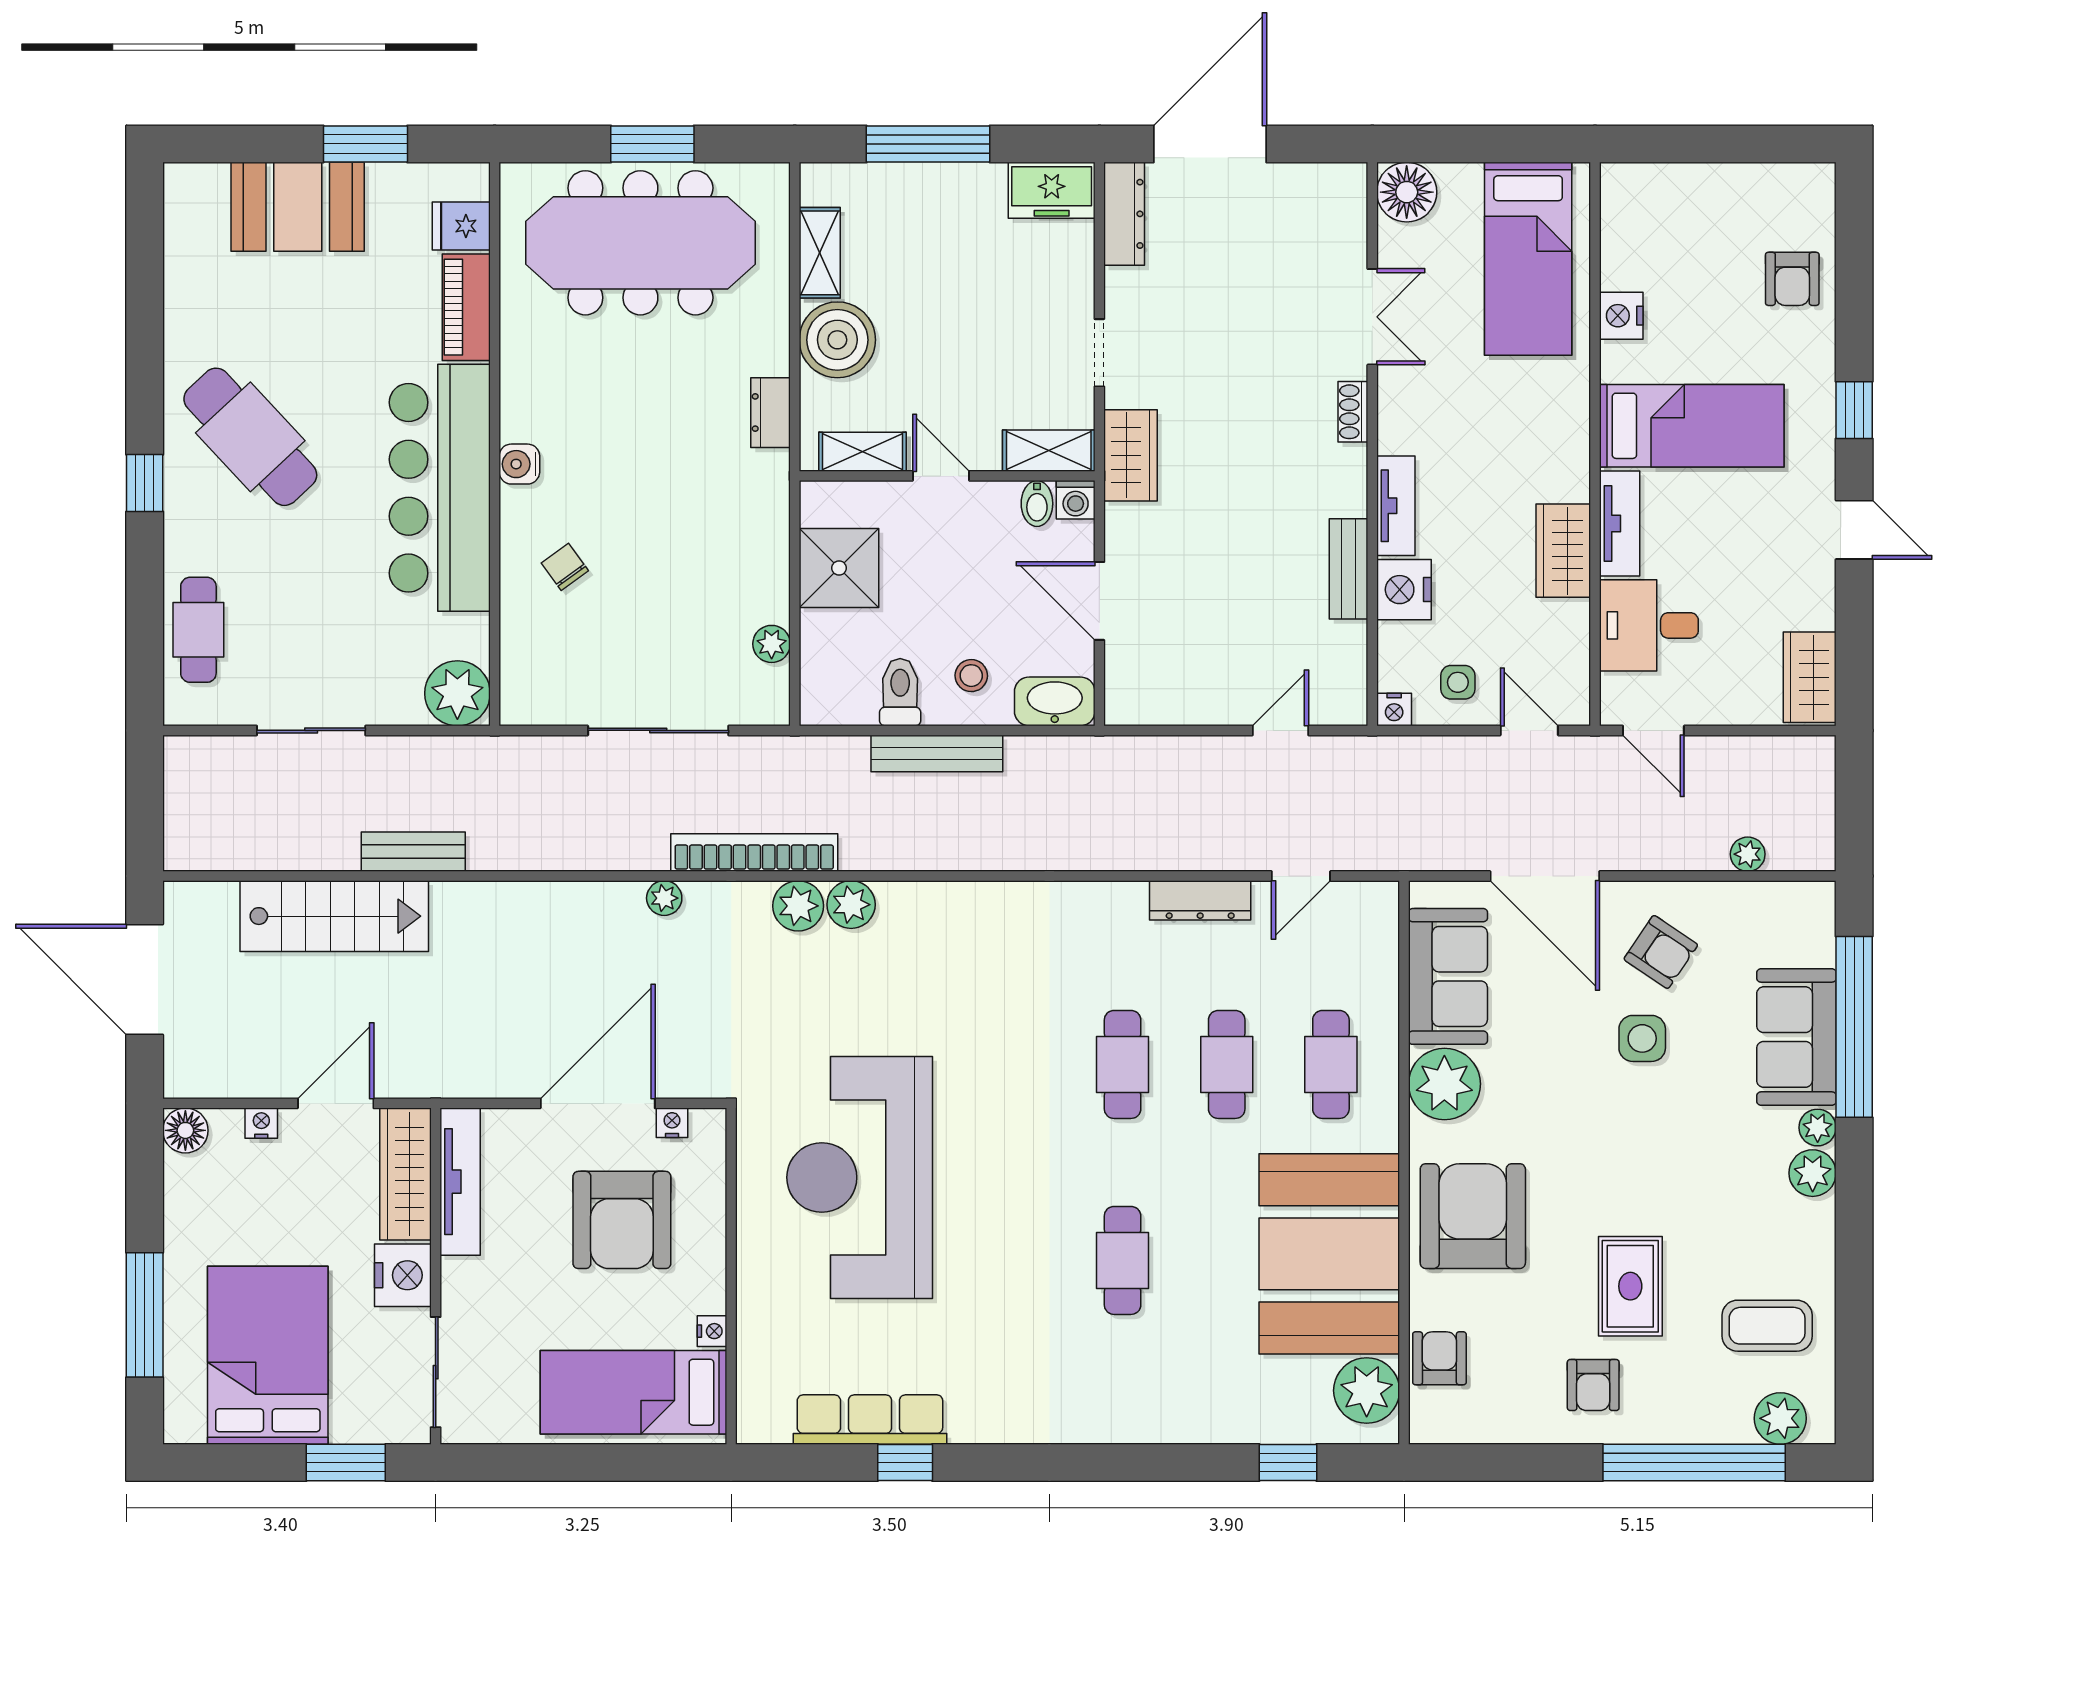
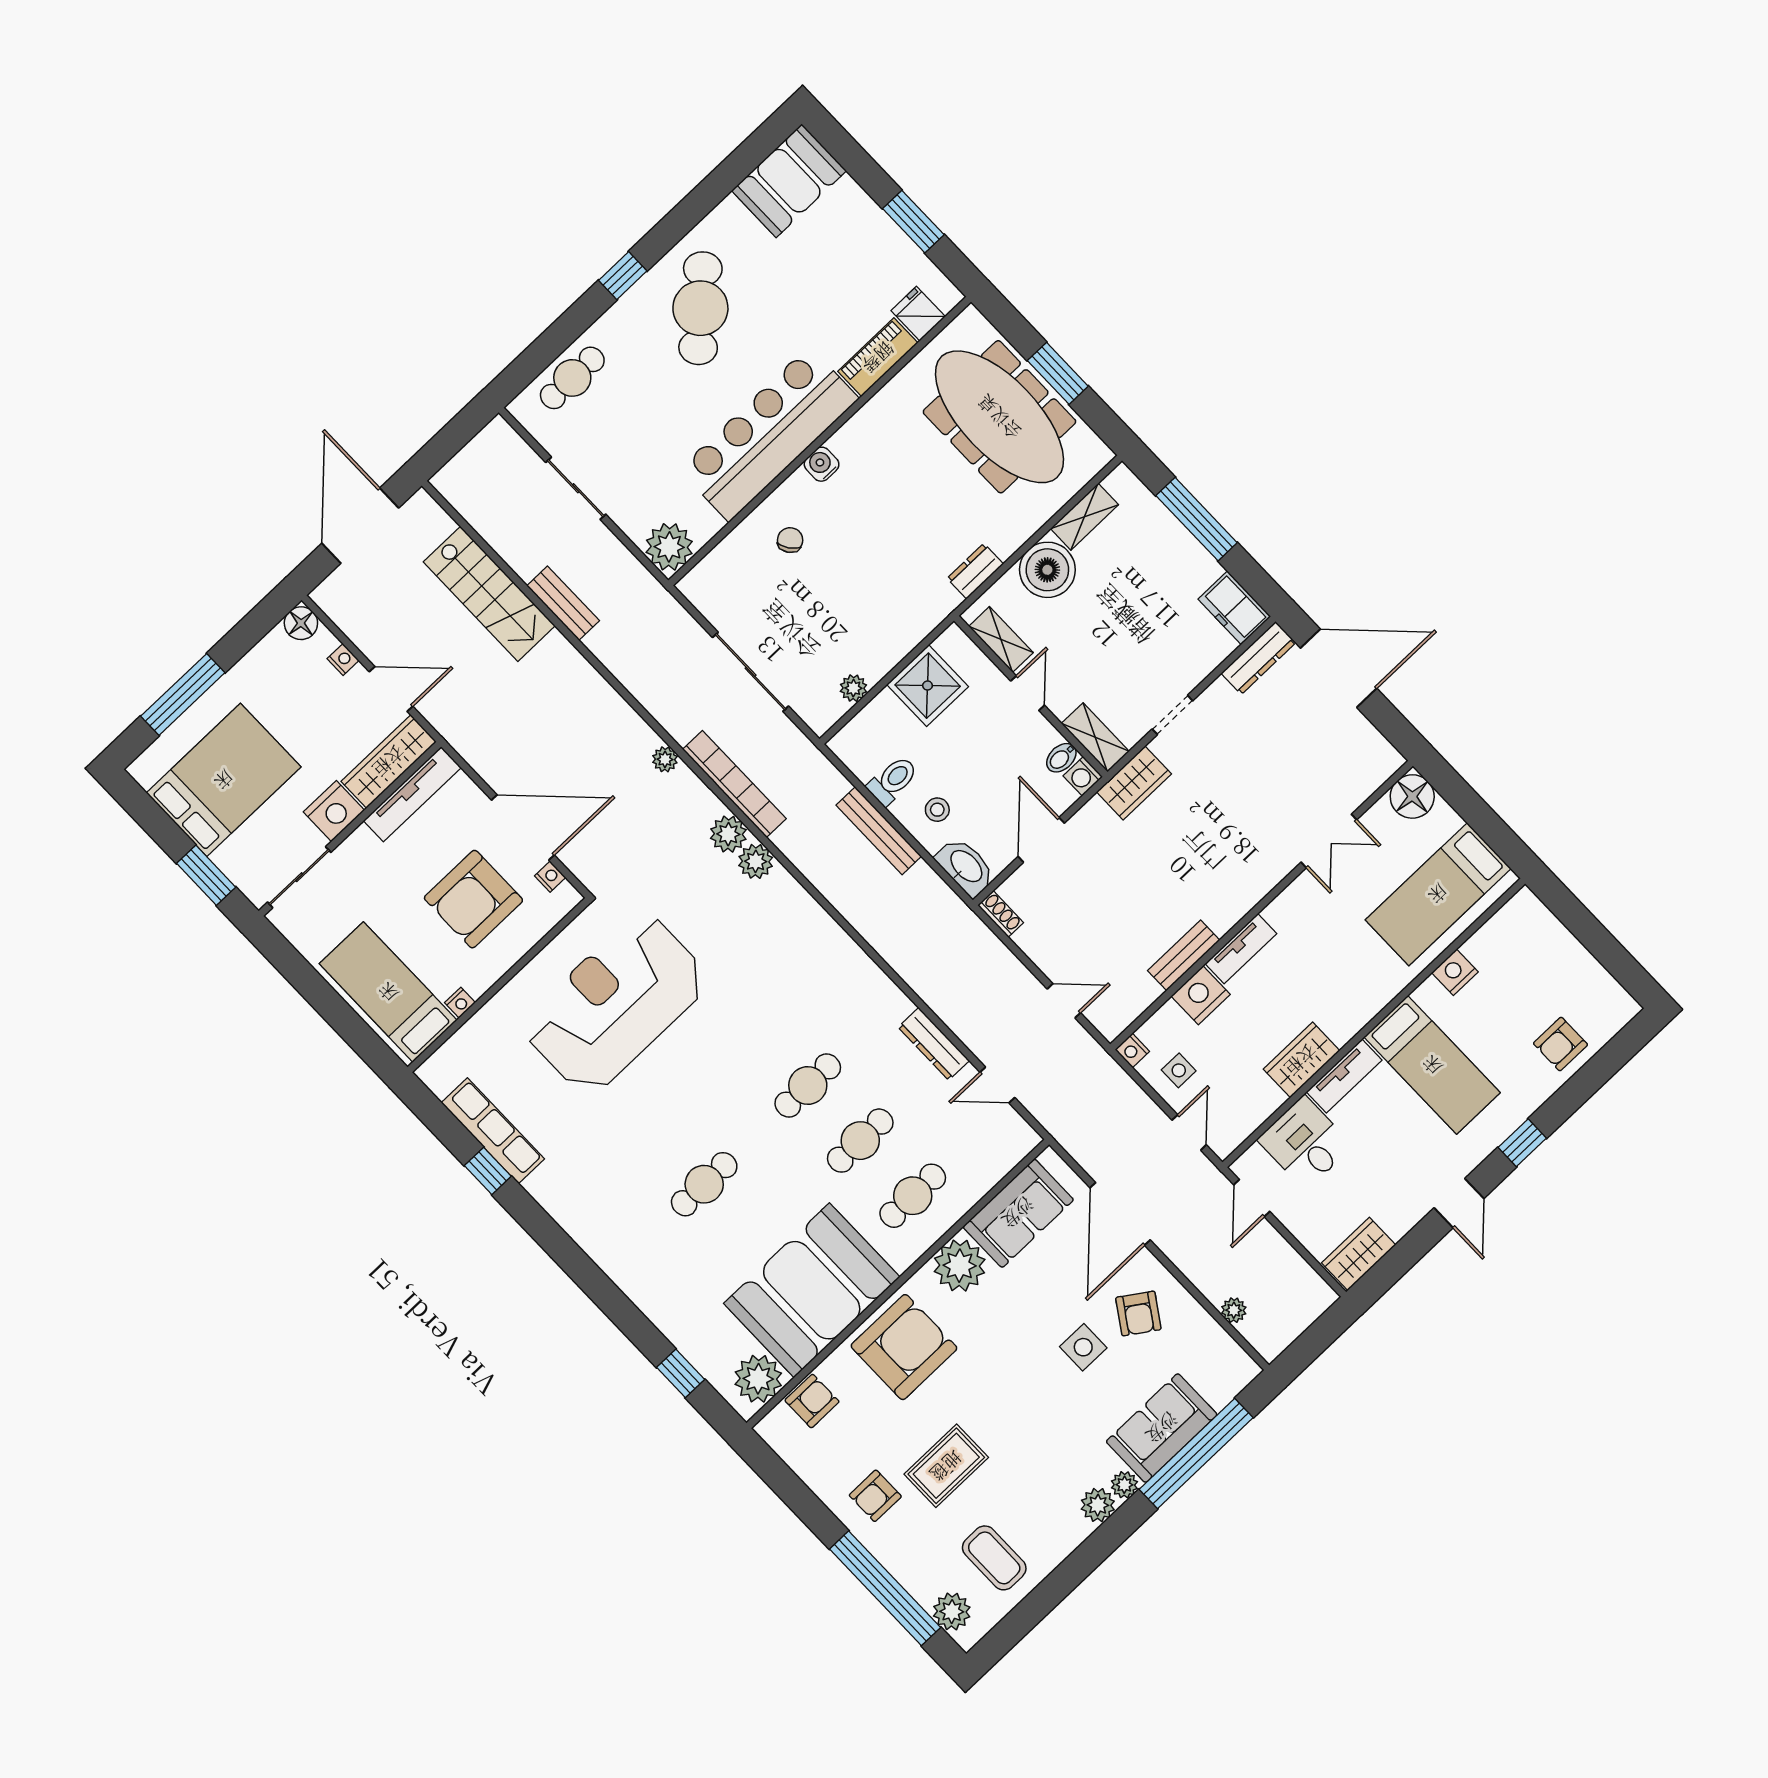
booth: (298, 207) -> (789, 181), moved, turned 90
shoe rack: (1353, 412) -> (1001, 914), moved, turned 90

